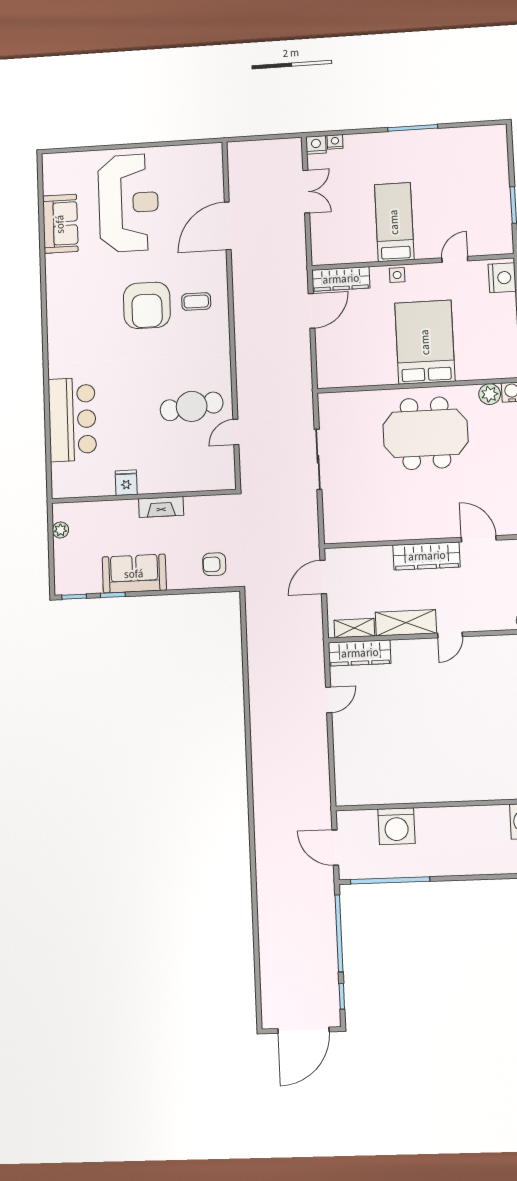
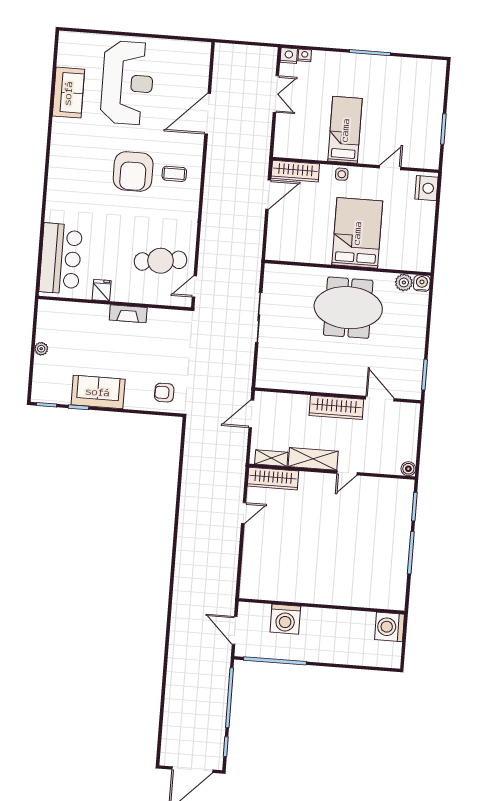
fridge: (126, 483) -> (102, 290), moved
wall: (144, 496) -> (115, 303), moved
fireplace: (161, 507) -> (128, 314), moved

